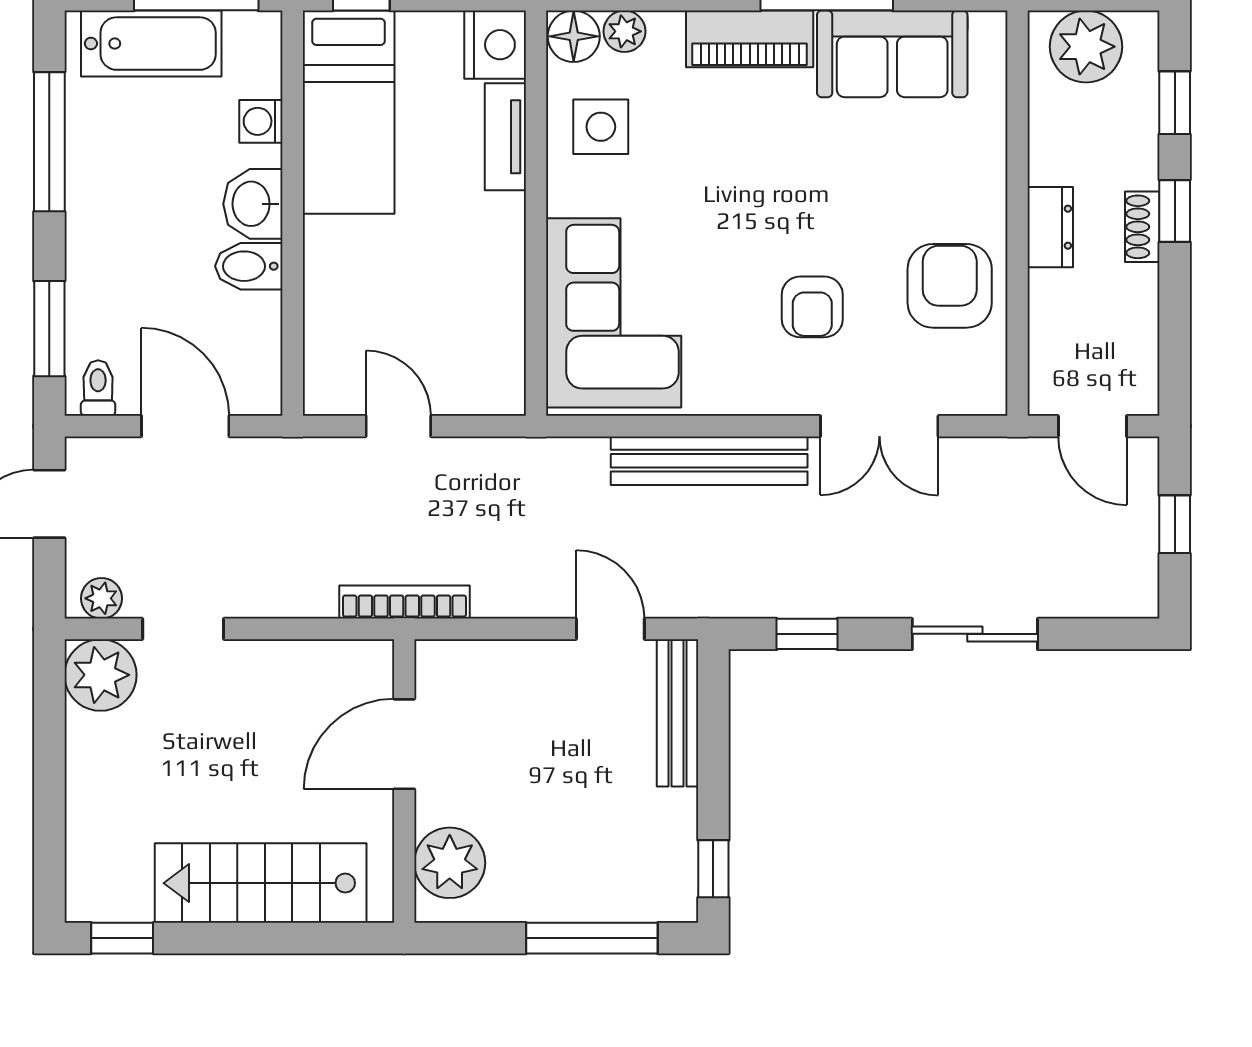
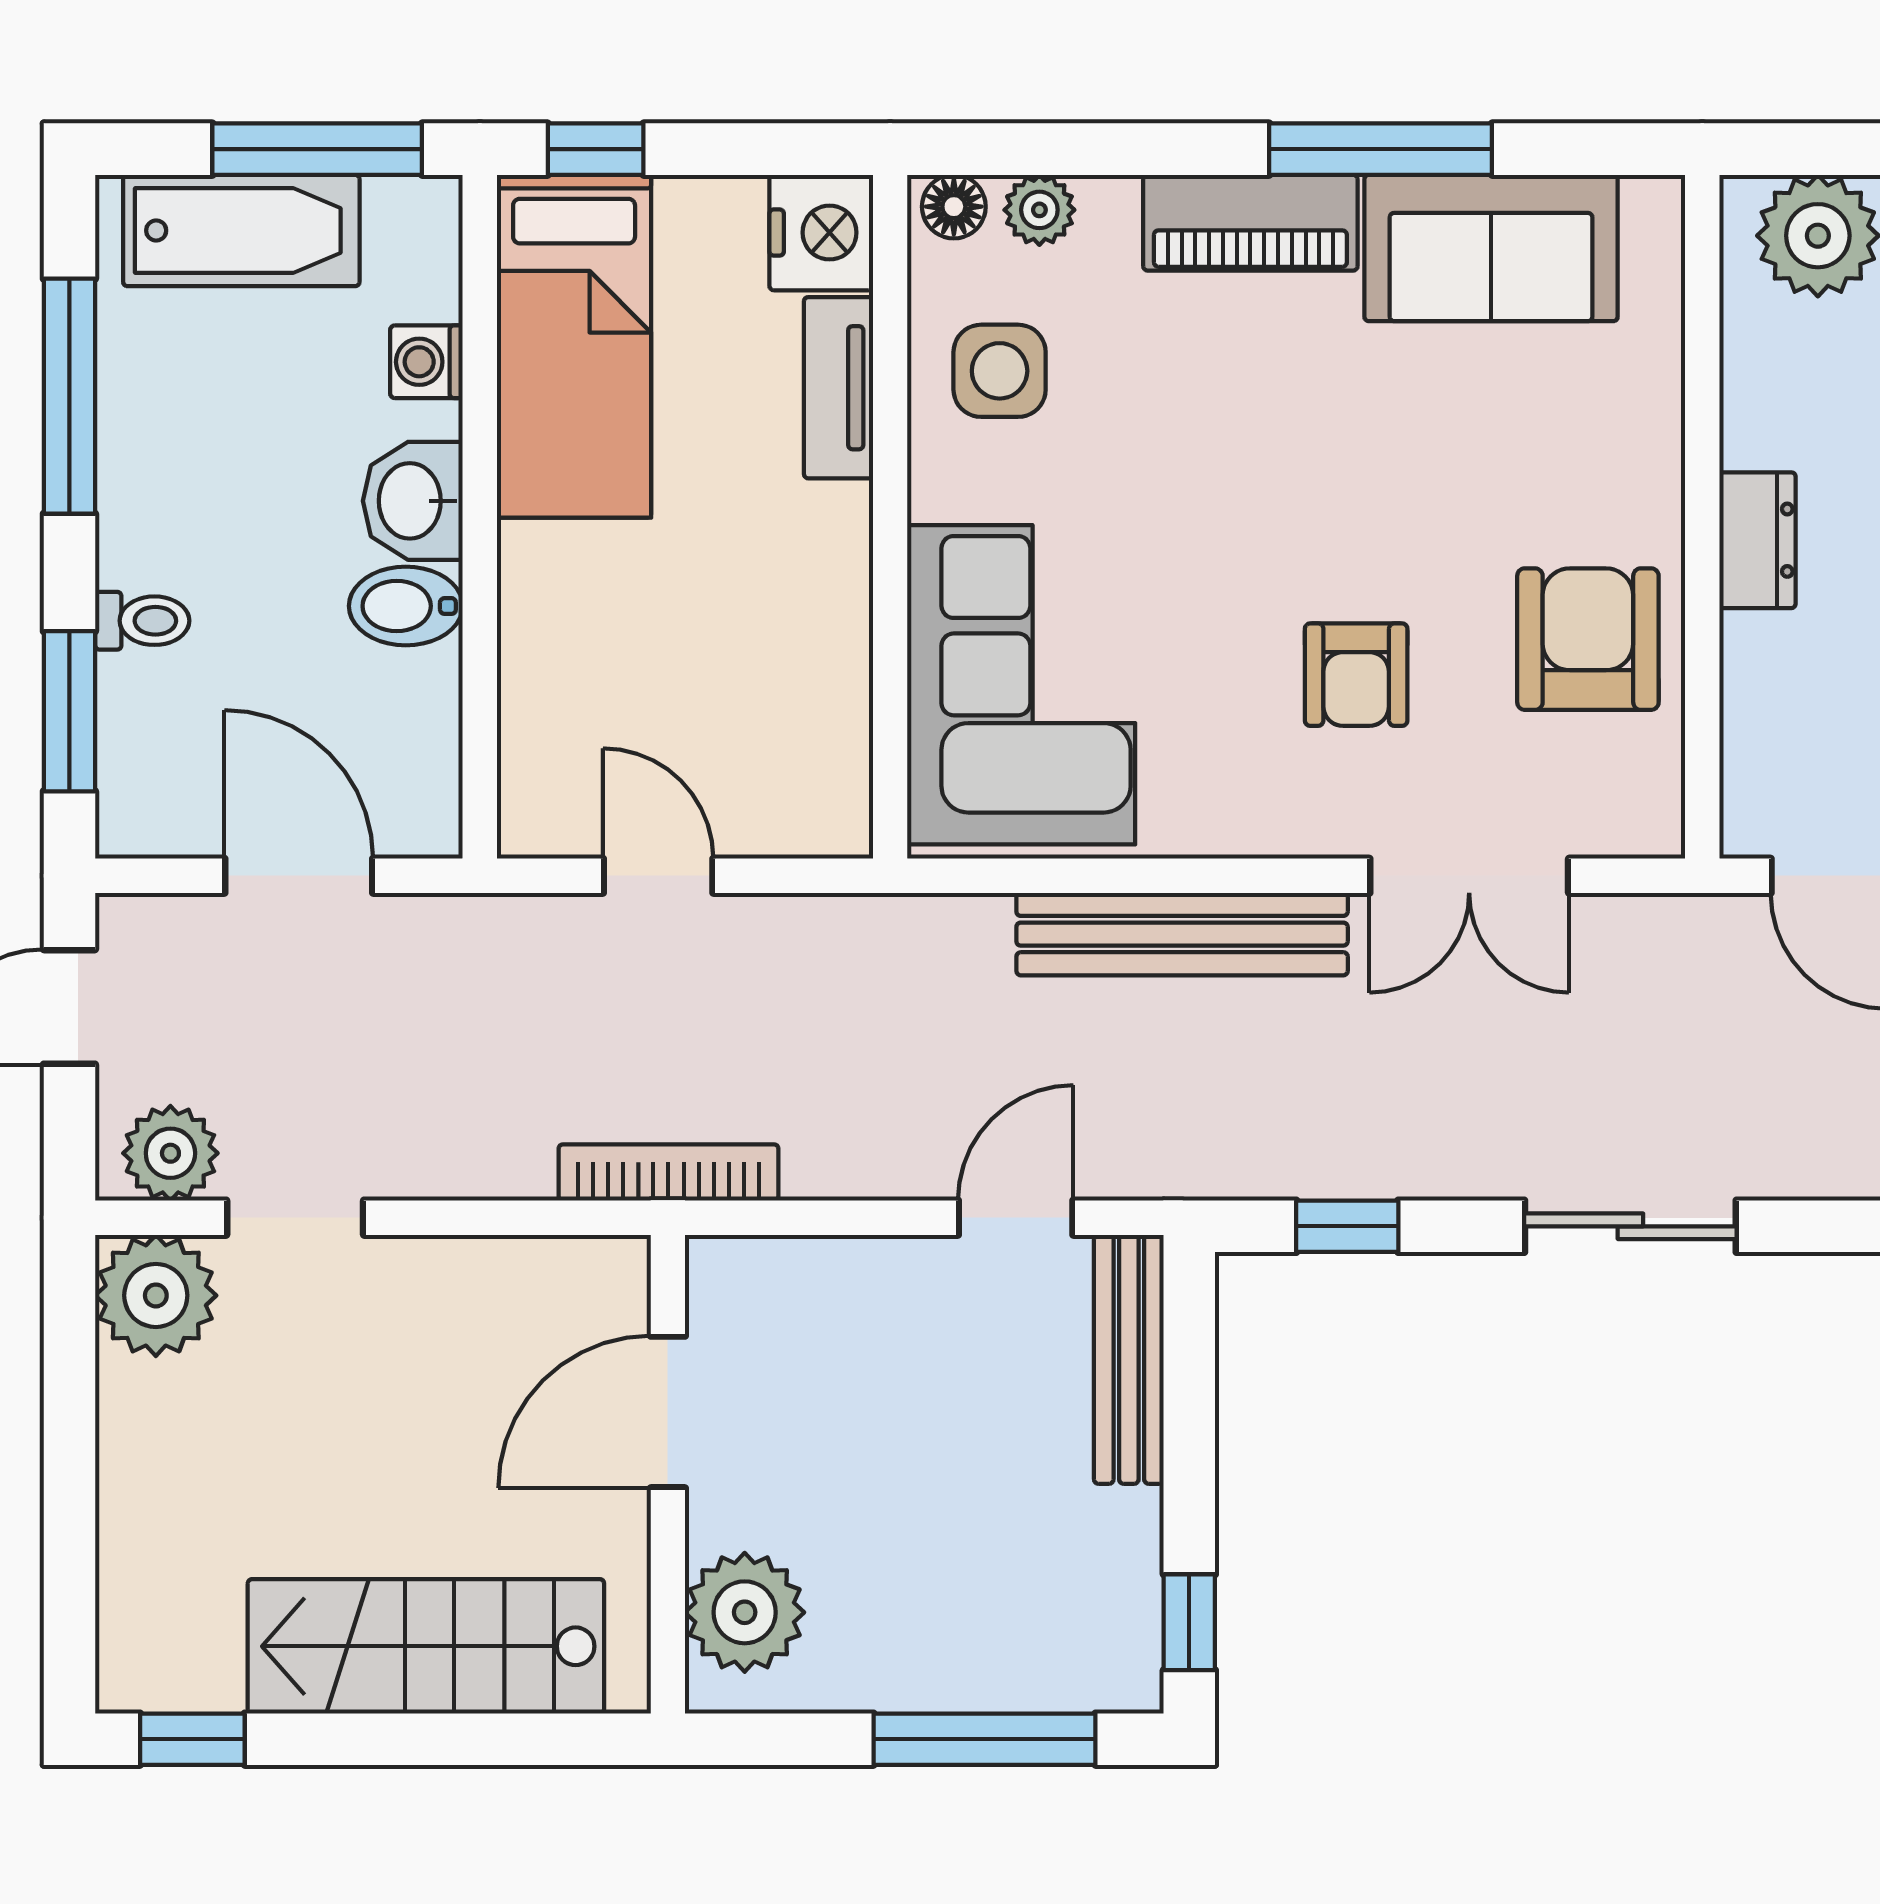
floor lamp: (574, 36) -> (954, 207), width x0.73, depth x0.73
toilet: (98, 388) -> (142, 621), moved, turned 90
plant: (102, 598) -> (170, 1153), width x1.38, depth x1.38
door: (610, 629) -> (1016, 1218), hinge flipped

